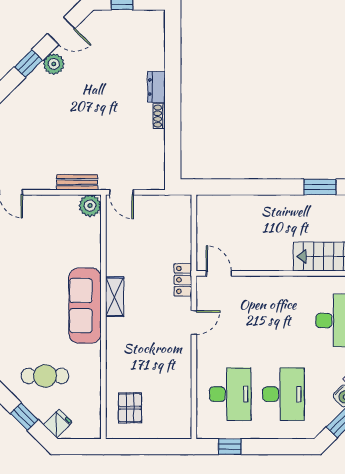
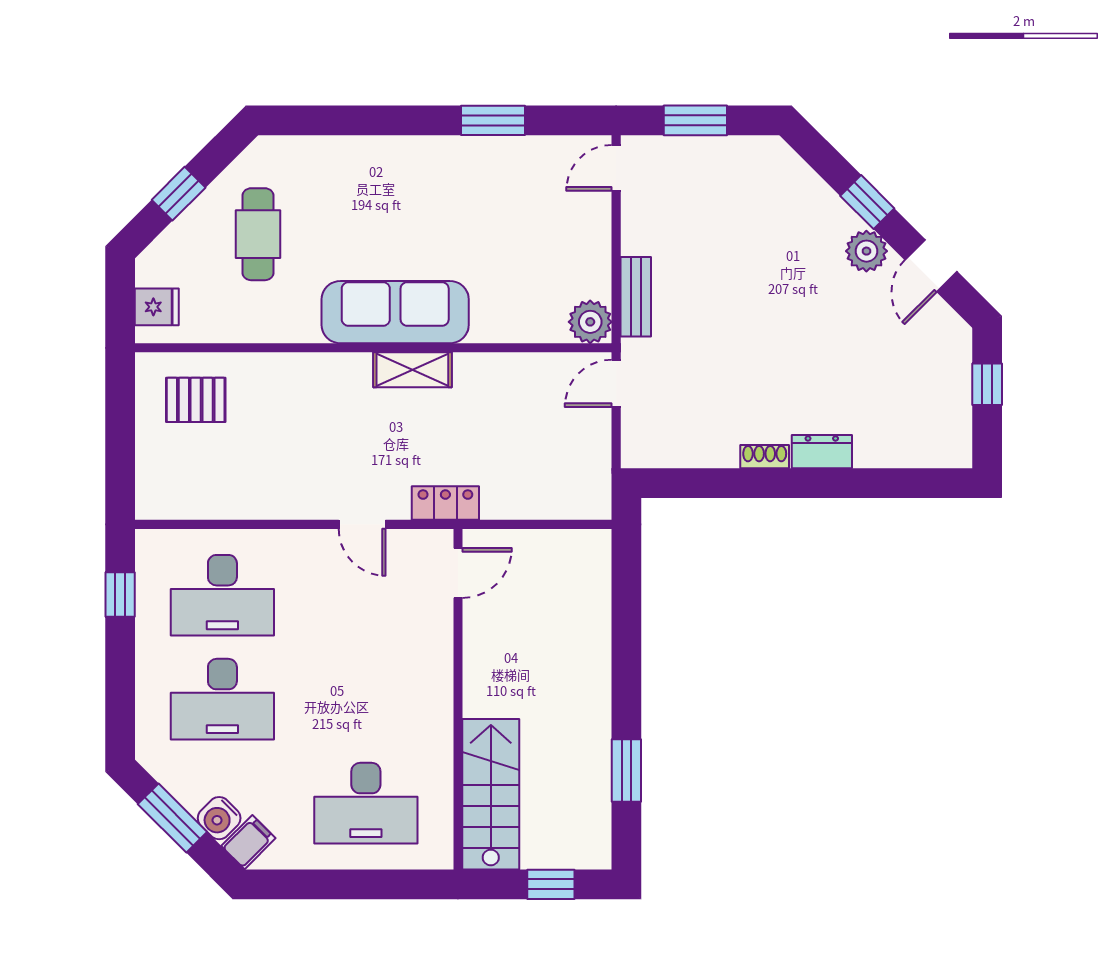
fridge: (58, 423) -> (157, 307), moved, turned -45

